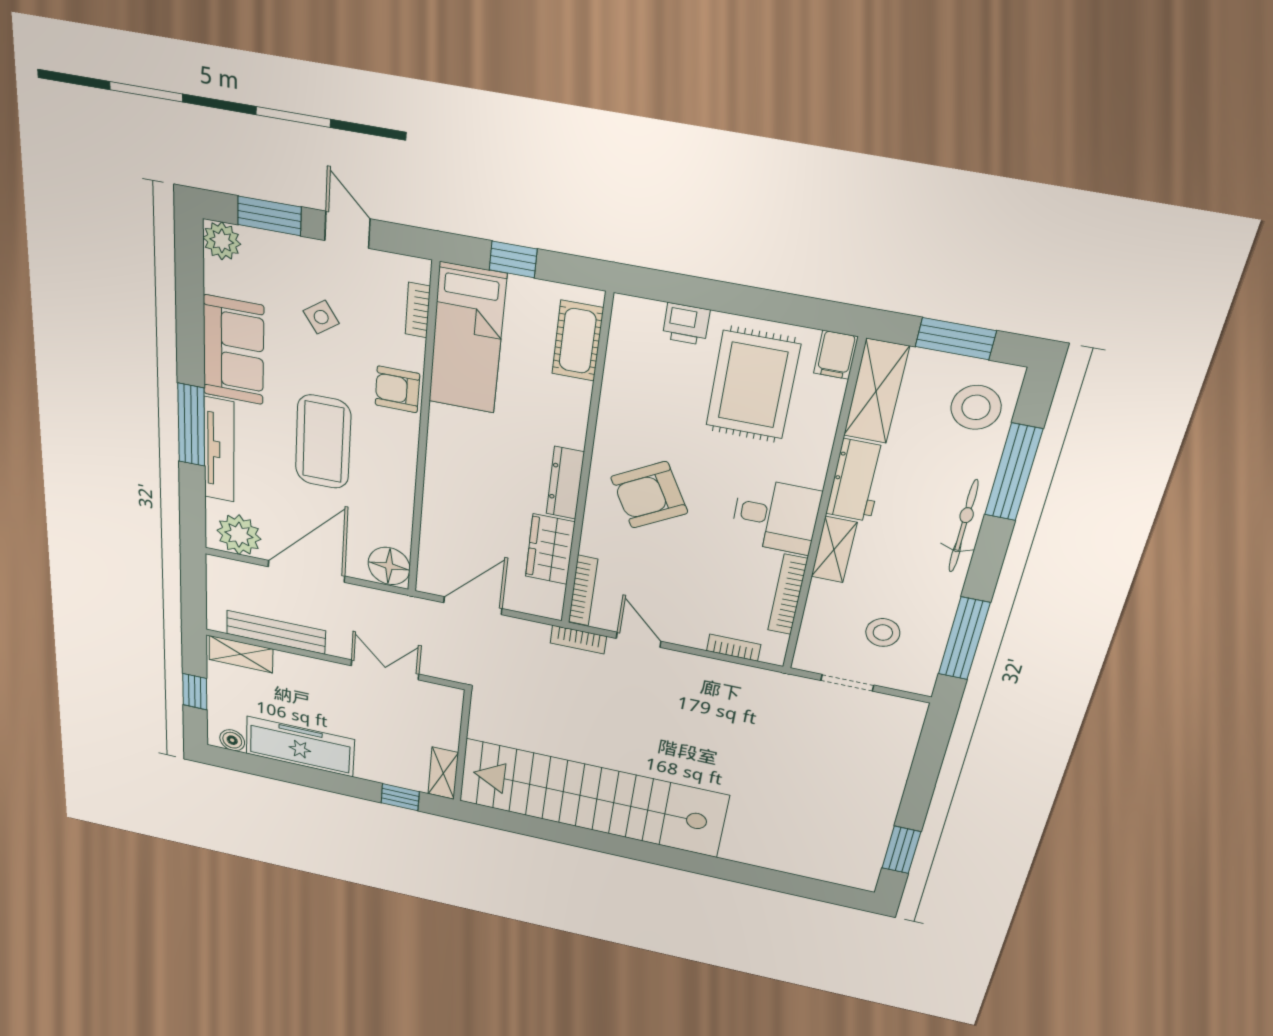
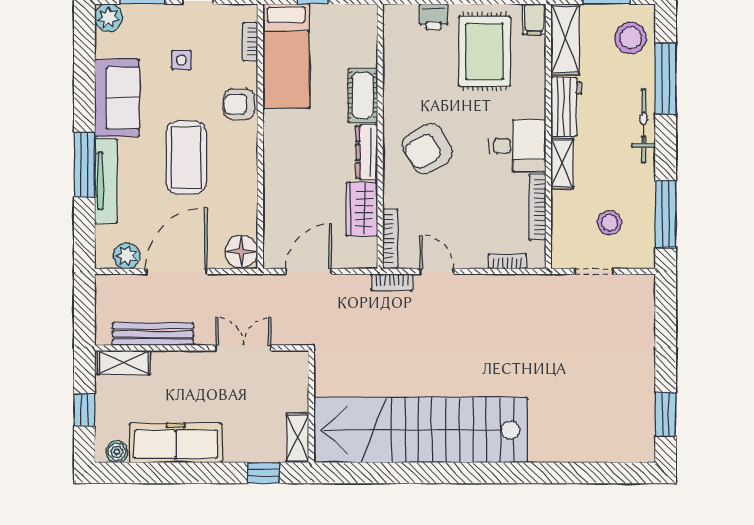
side table: (321, 317) -> (181, 60), turned 35
cot: (578, 341) -> (363, 95), moved
plant: (239, 535) -> (127, 256), width x0.73, depth x0.73

